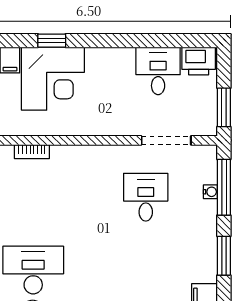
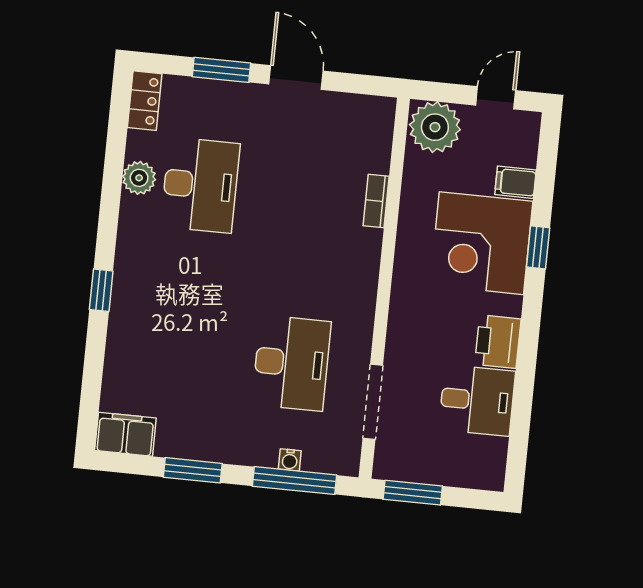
printer: (199, 61) -> (498, 342), moved
desk: (146, 197) -> (291, 363), width x1.37

